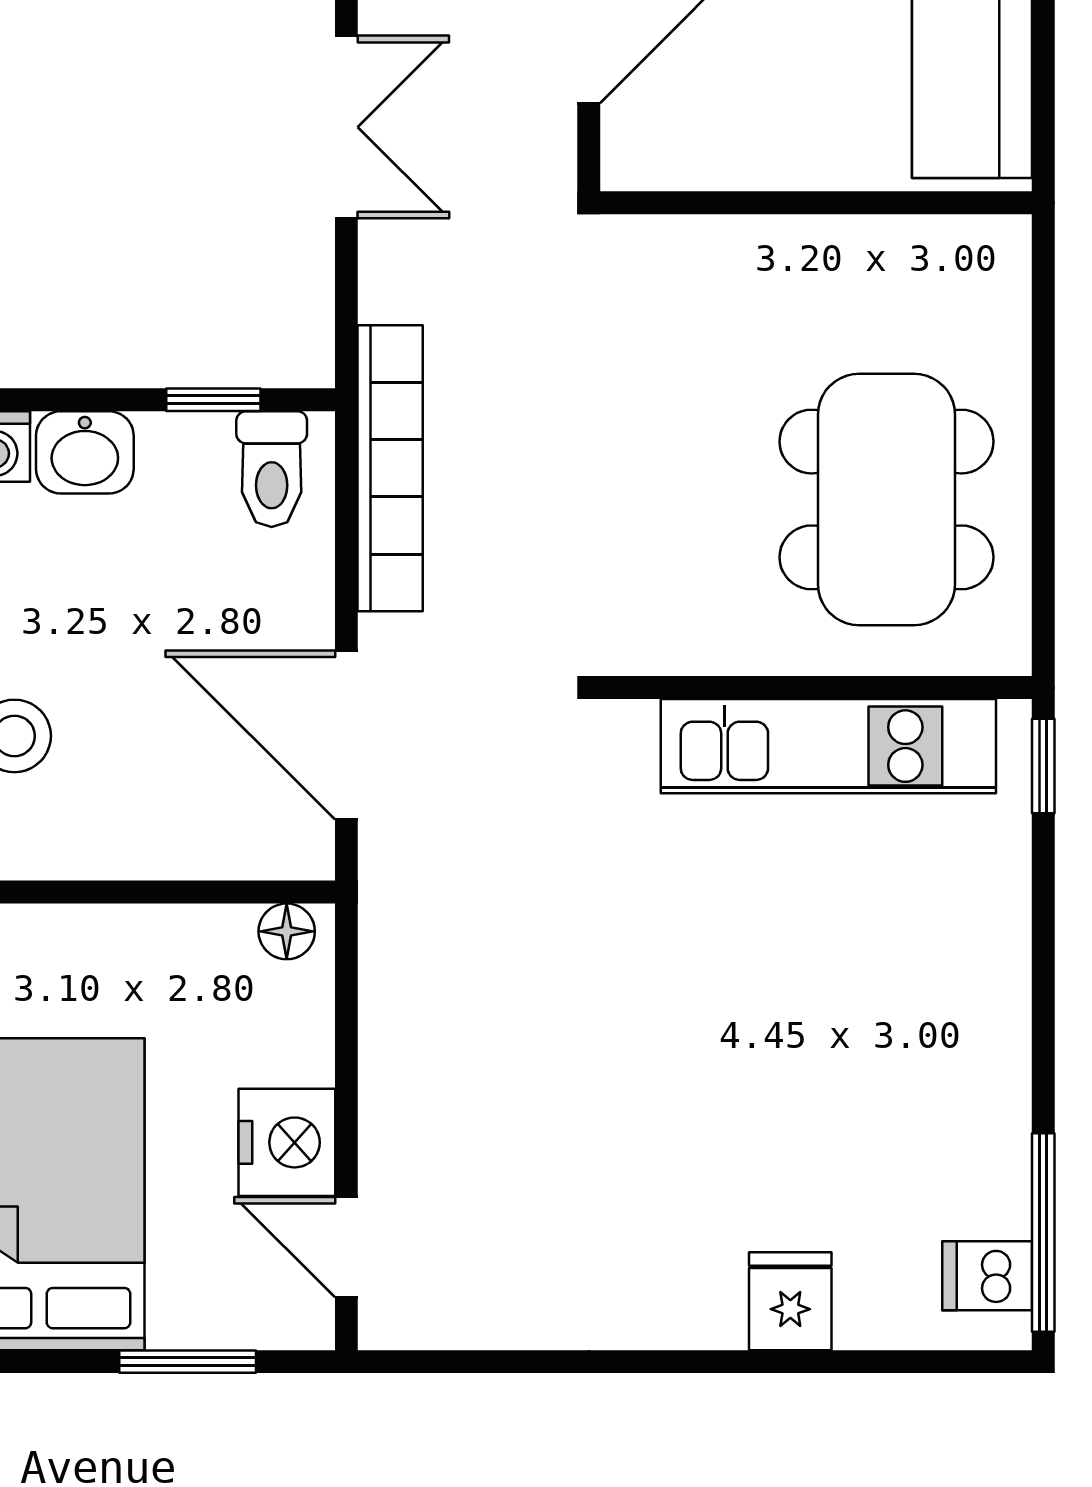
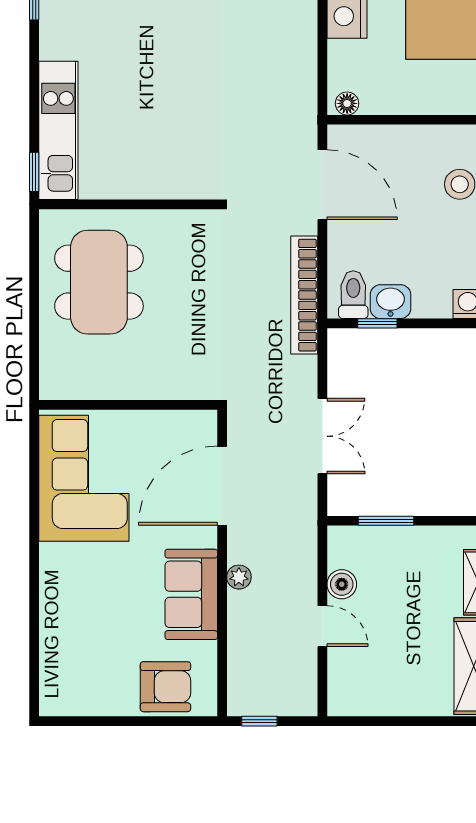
double door: (346, 127) -> (322, 436), swing flipped
washbasin: (85, 452) -> (390, 302), moved
kitchen unit: (828, 746) -> (58, 130), moved, turned 90

